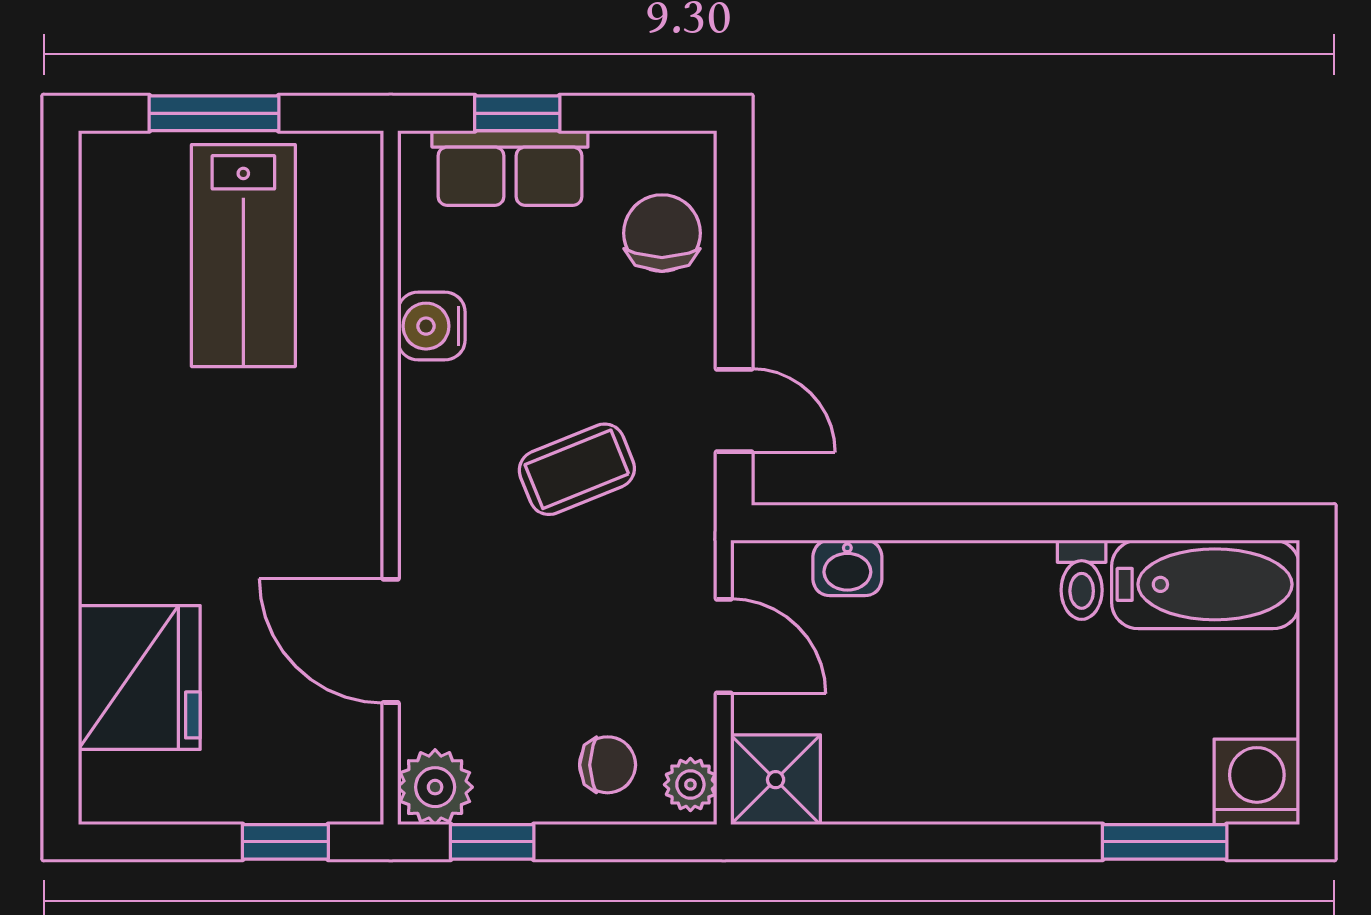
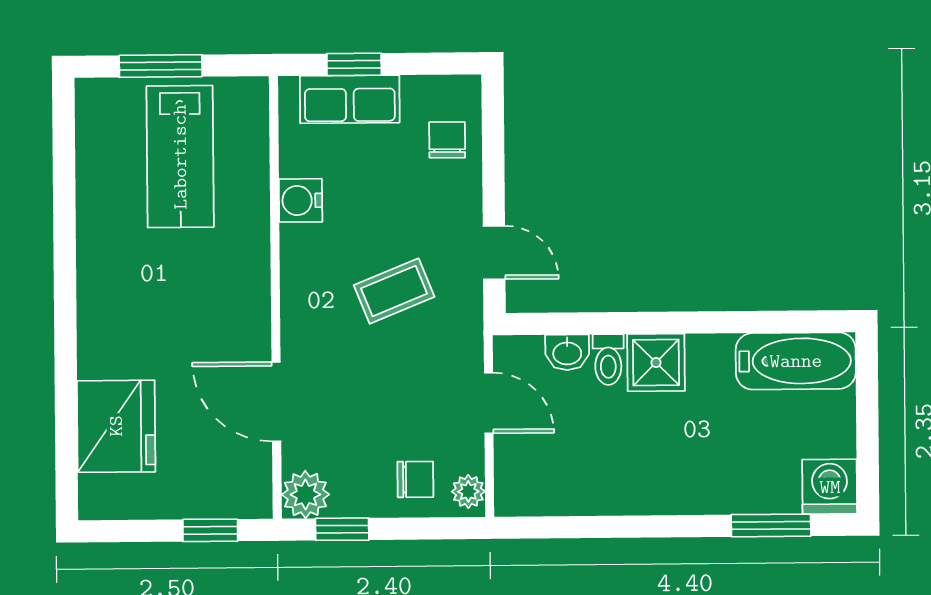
chair: (662, 233) -> (447, 140), width x0.73, depth x0.73
toilet: (1082, 580) -> (608, 360), moved
shower: (776, 780) -> (656, 363), moved

